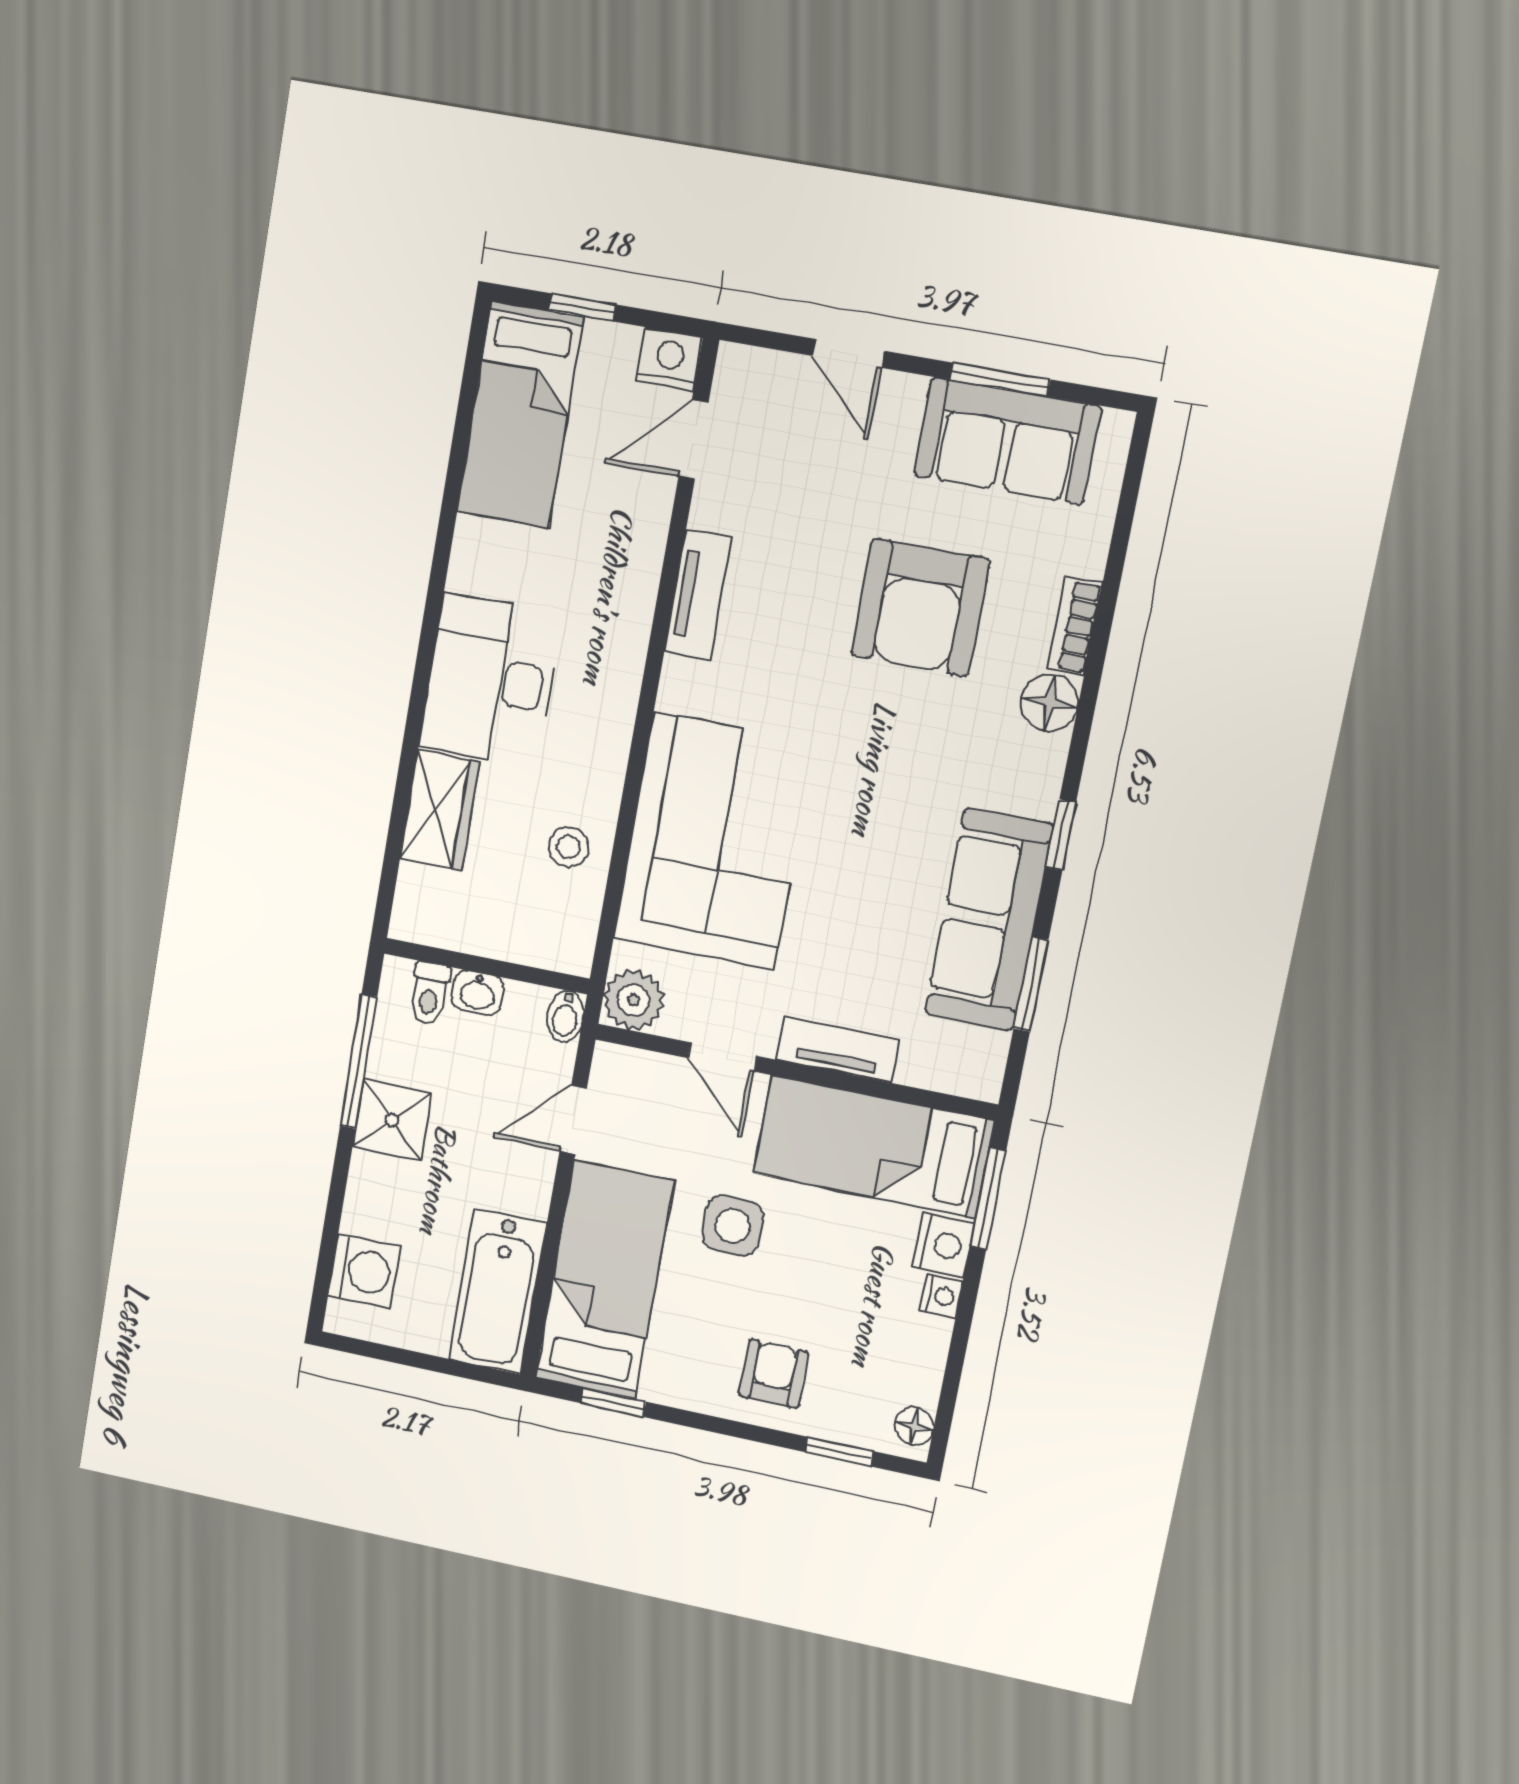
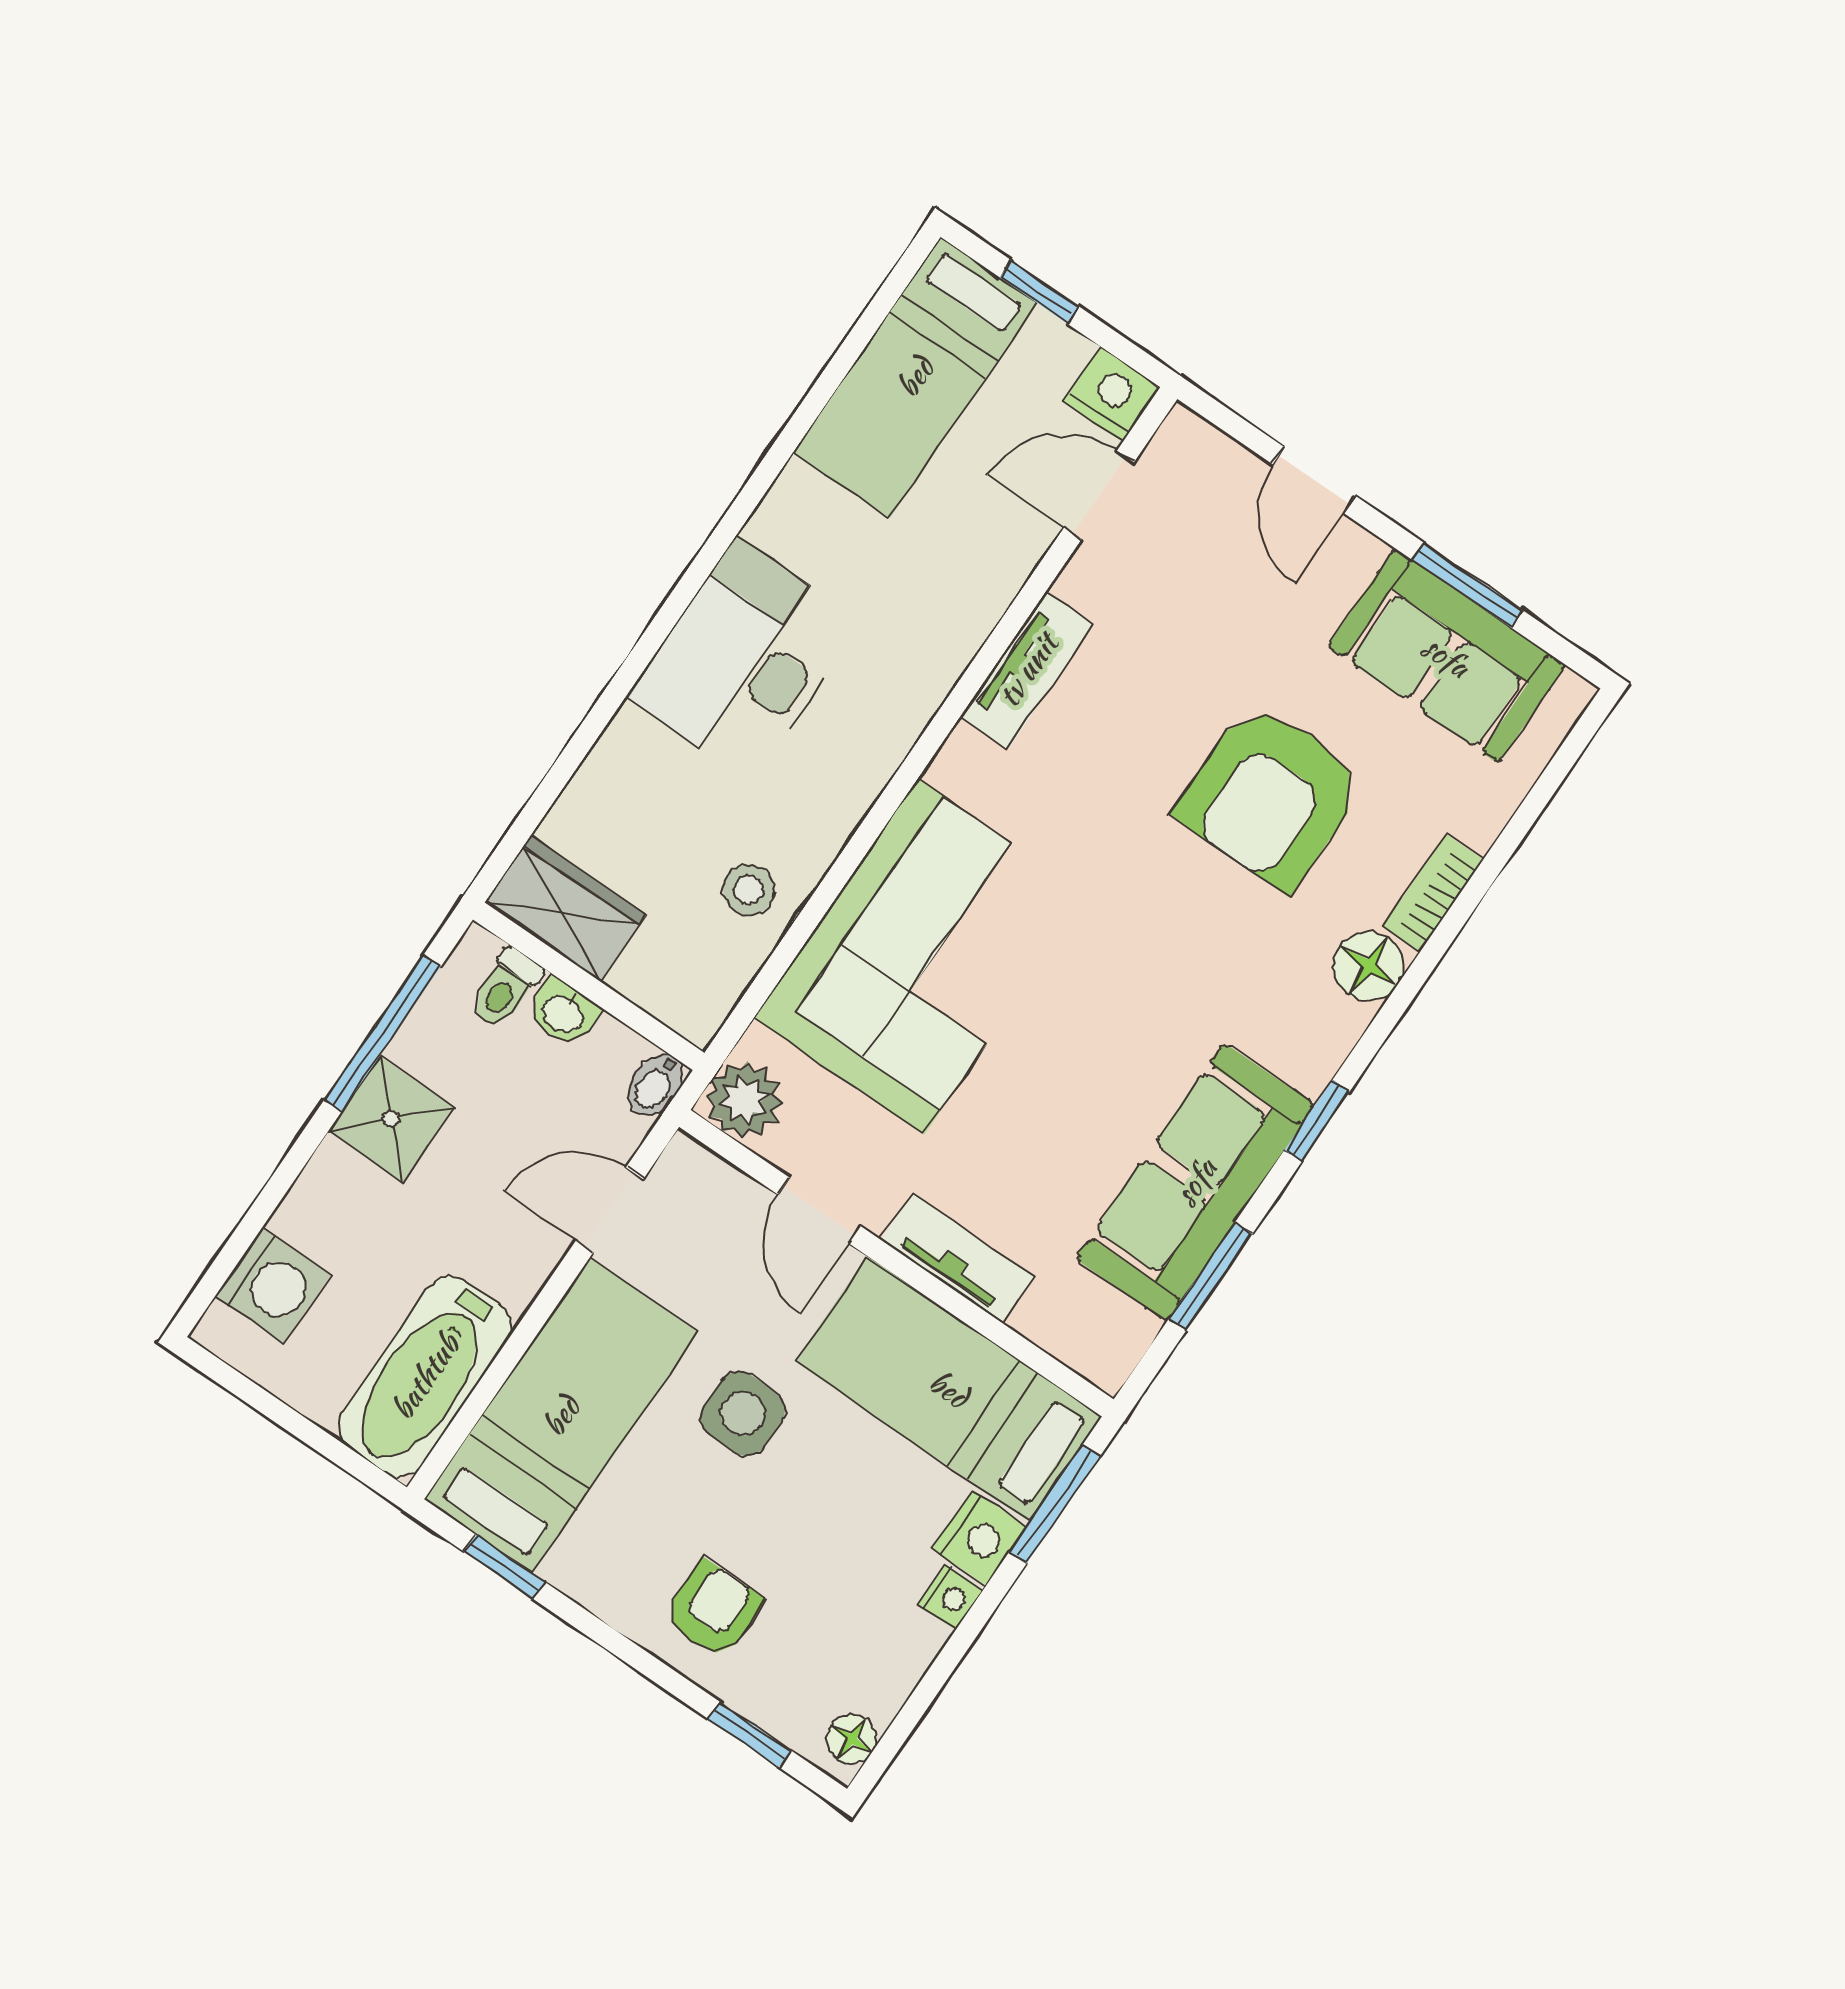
wardrobe: (440, 811) -> (565, 909), moved, turned -90

